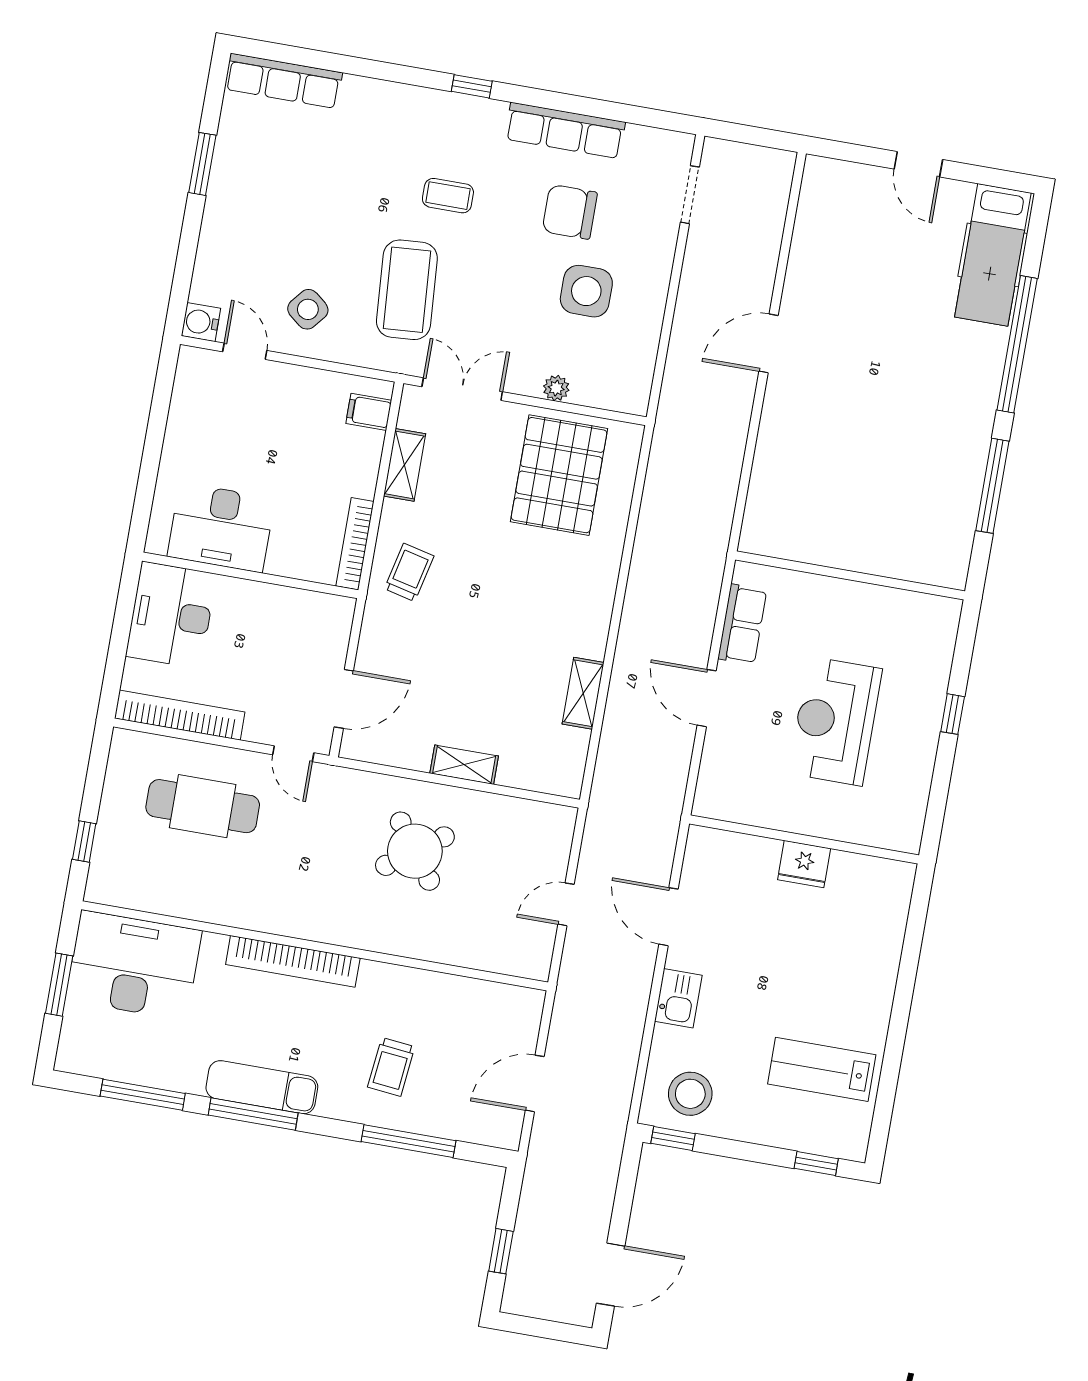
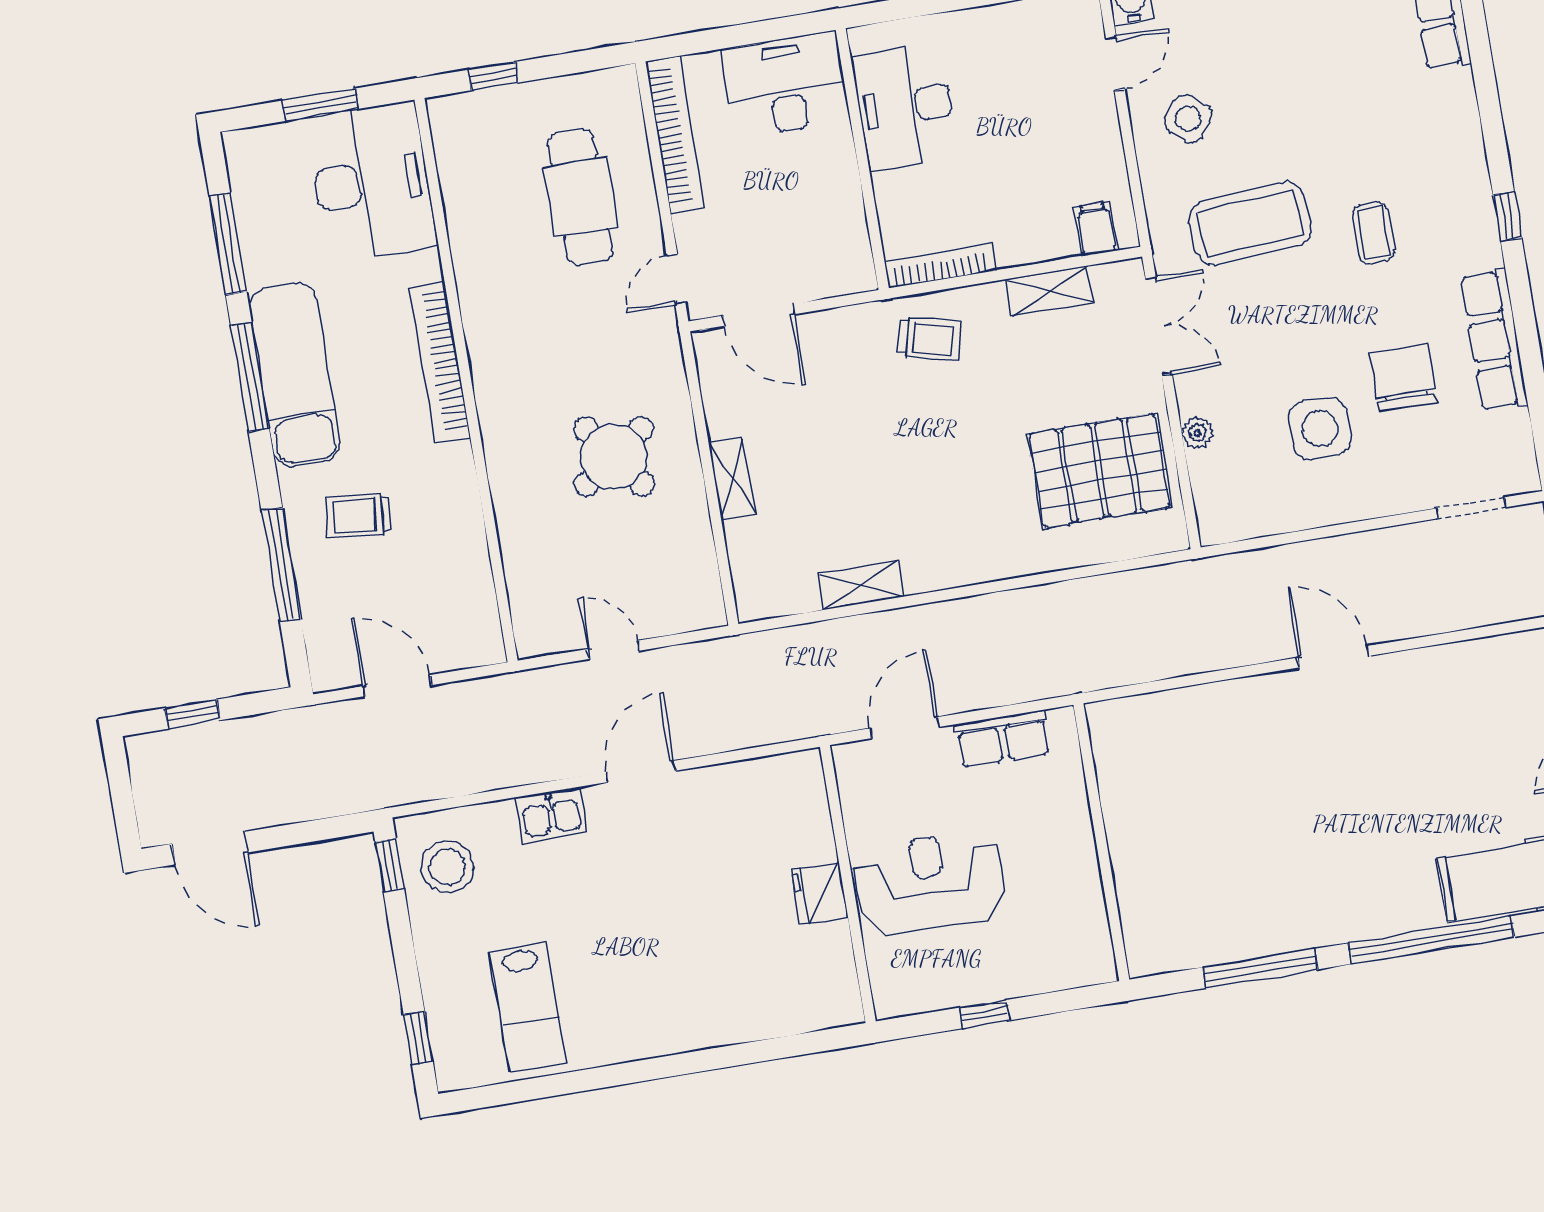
wall: (804, 839) -> (848, 884), moved
fridge: (804, 864) -> (820, 894), moved
lab bench: (822, 1069) -> (528, 1007), turned 180
exam couch: (262, 1087) -> (294, 375), width x1.36, depth x1.45

